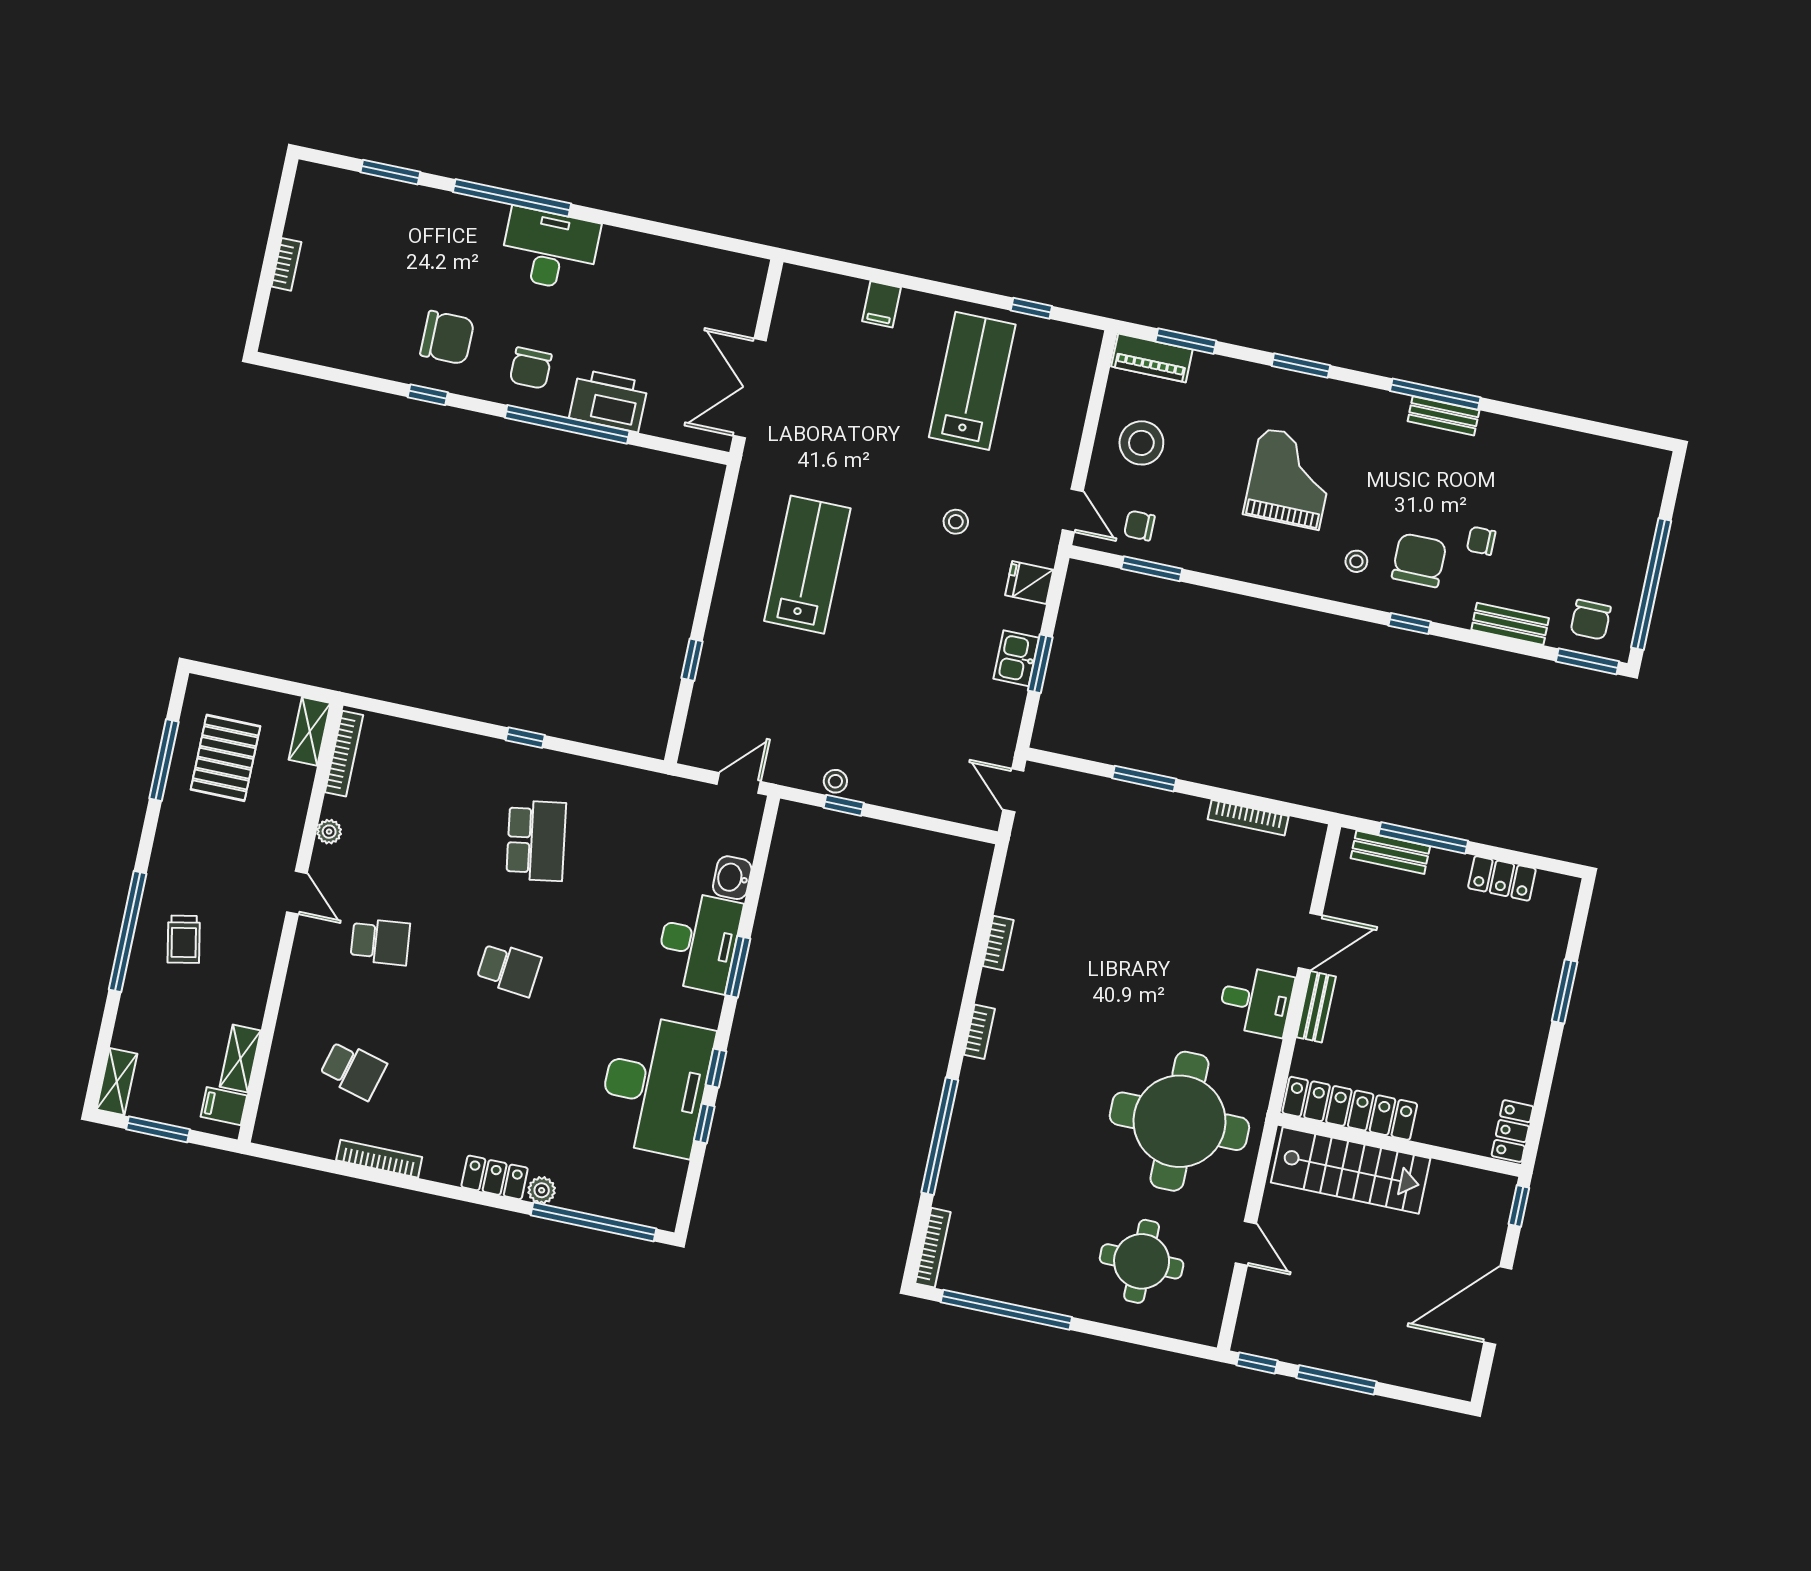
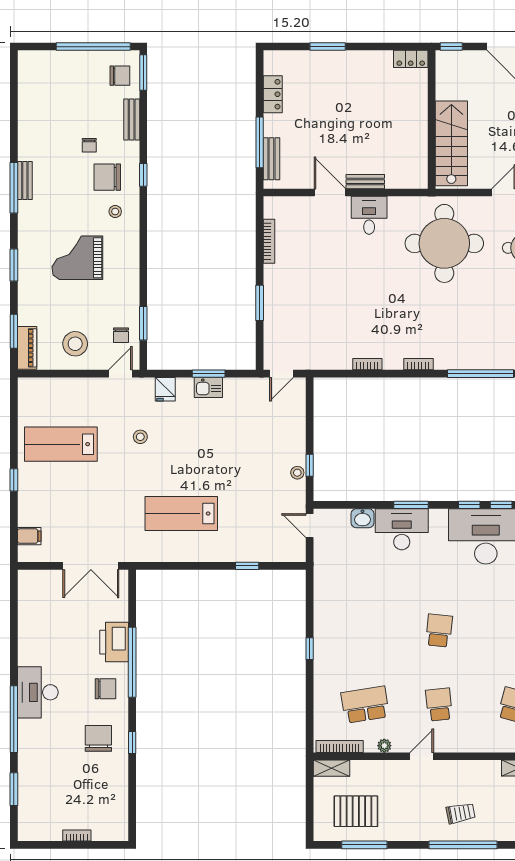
filing cabinet: (881, 304) -> (29, 536), moved
window: (1031, 308) -> (14, 480), moved
school desk: (536, 841) -> (365, 705), moved
locker: (1350, 1108) -> (417, 151), removed

